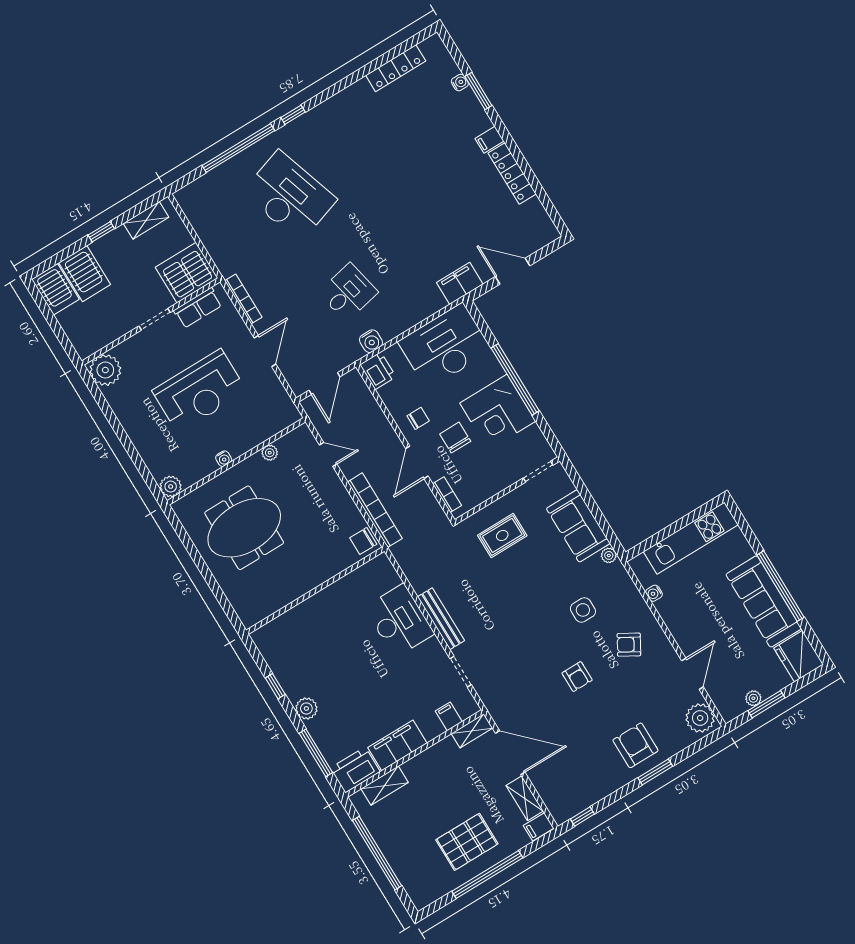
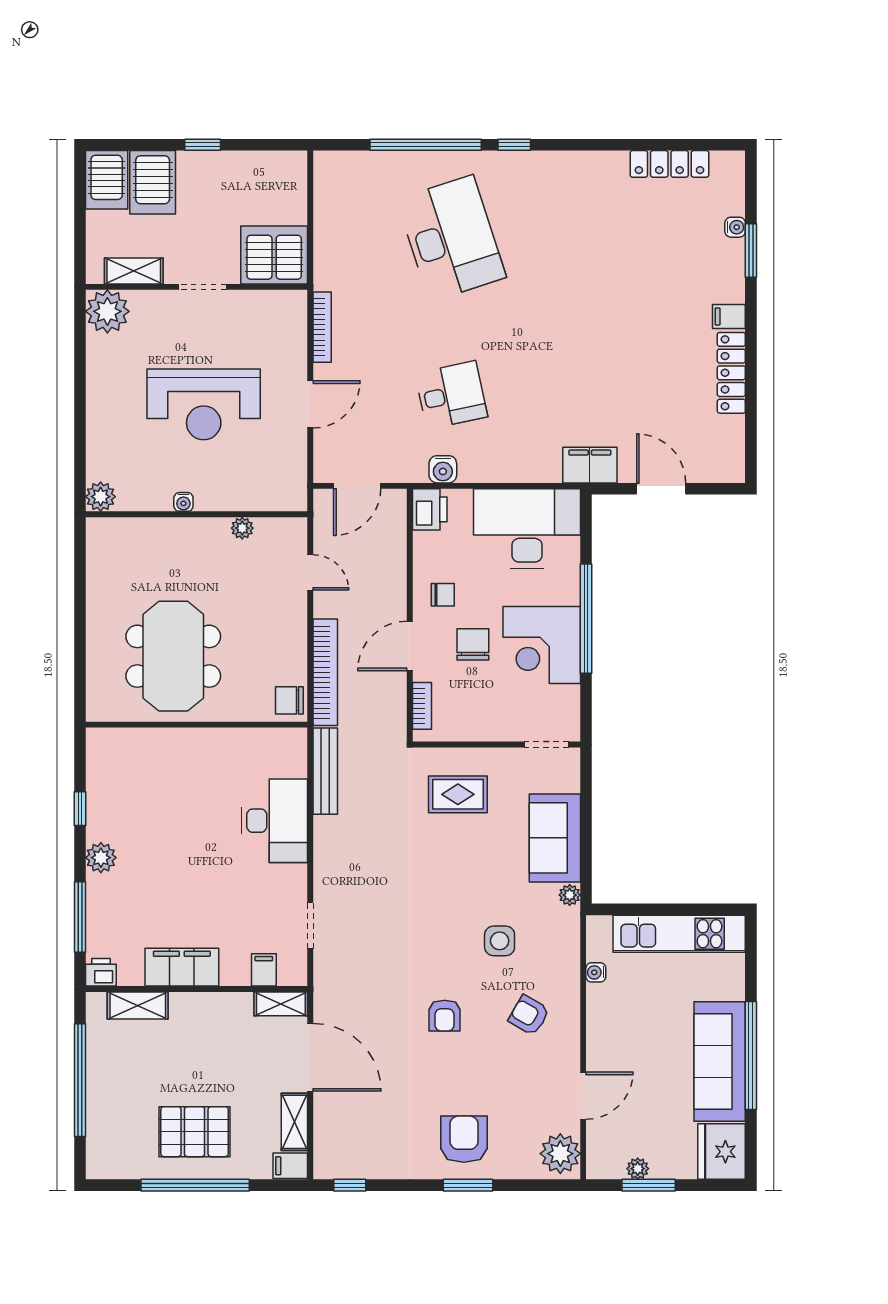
shelving: (146, 220) -> (134, 271), moved
row of seats: (198, 308) -> (262, 305), removed
meeting table: (244, 528) -> (173, 656), moved, turned 90
bench: (441, 619) -> (325, 771), moved
printer: (355, 770) -> (101, 972), width x0.53, depth x0.68

